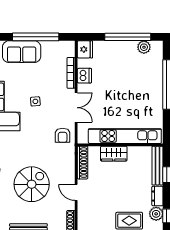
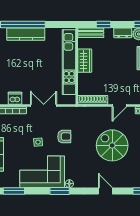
kitchen counter: (156, 88) -> (26, 34), added
armchair: (63, 135) -> (64, 137), moved
wardrobe: (114, 154) -> (85, 61), moved
bench: (157, 166) -> (91, 33), width x0.73

